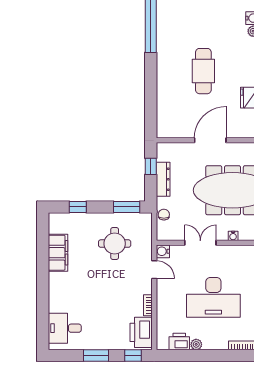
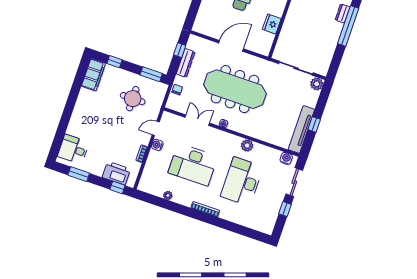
water cooler: (163, 251) -> (157, 145), moved
filing cabinet: (58, 253) -> (93, 75), moved
door: (154, 270) -> (156, 128), swing flipped
printer: (141, 332) -> (116, 173), moved, turned 90
printer: (179, 342) -> (156, 189), removed
window: (96, 356) -> (79, 174), moved

